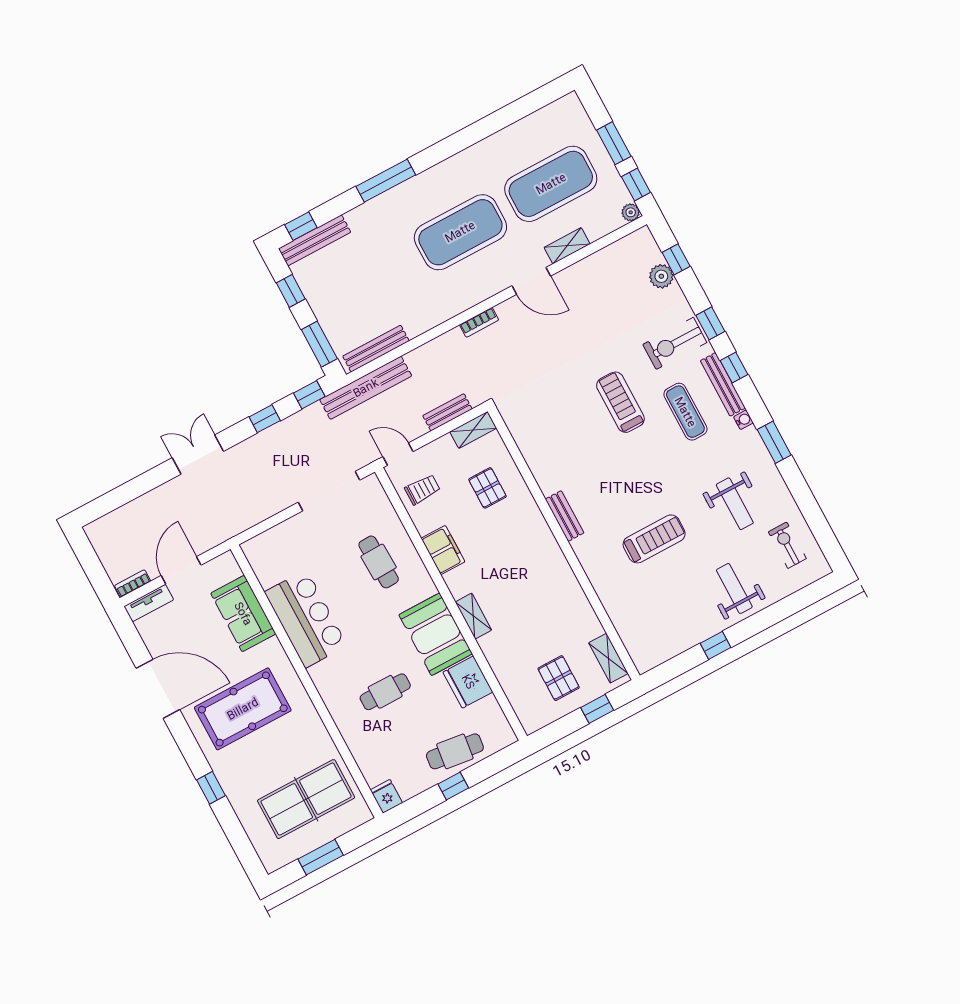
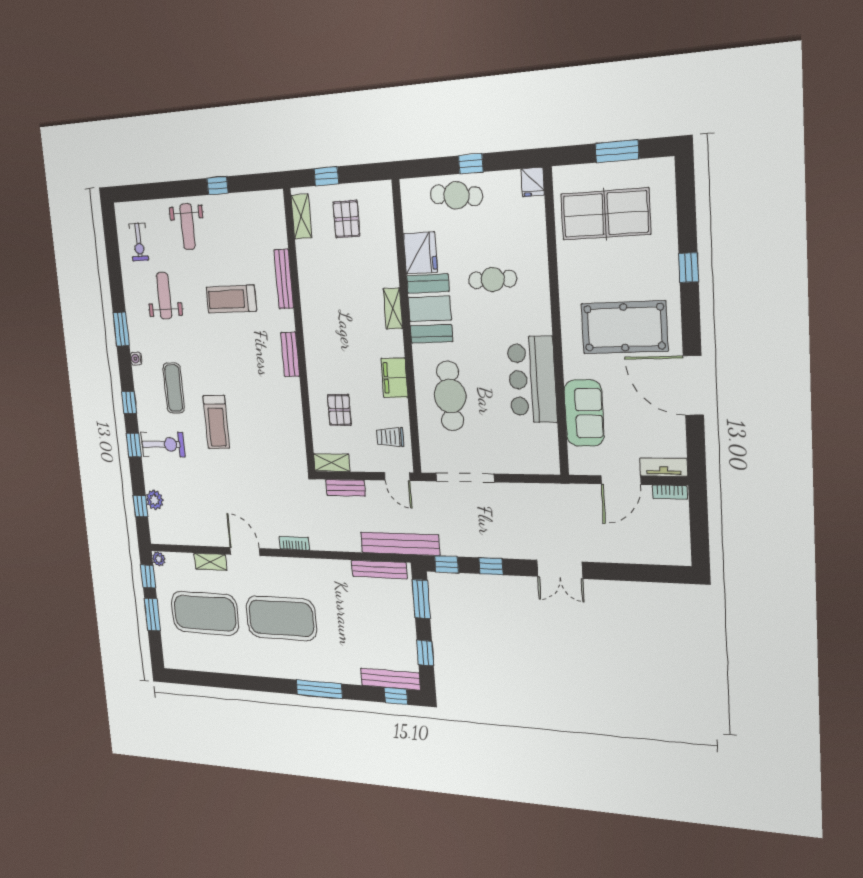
bench: (723, 384) -> (284, 279), moved
cafe table: (379, 562) -> (450, 396), width x1.37, depth x1.35

